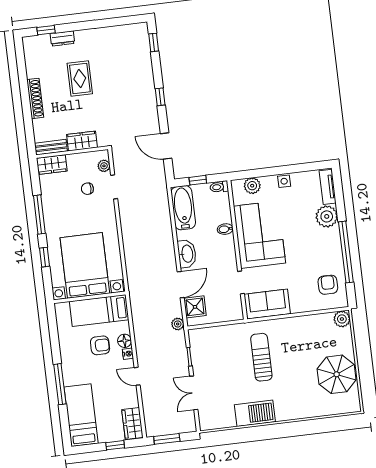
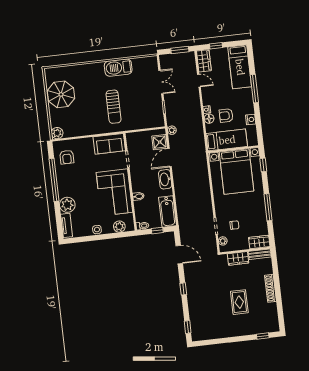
dresser: (62, 38) -> (251, 330), removed
window: (45, 257) -> (263, 165), moved
nightstand: (65, 340) -> (251, 120), added
door: (137, 376) -> (199, 81), moved

